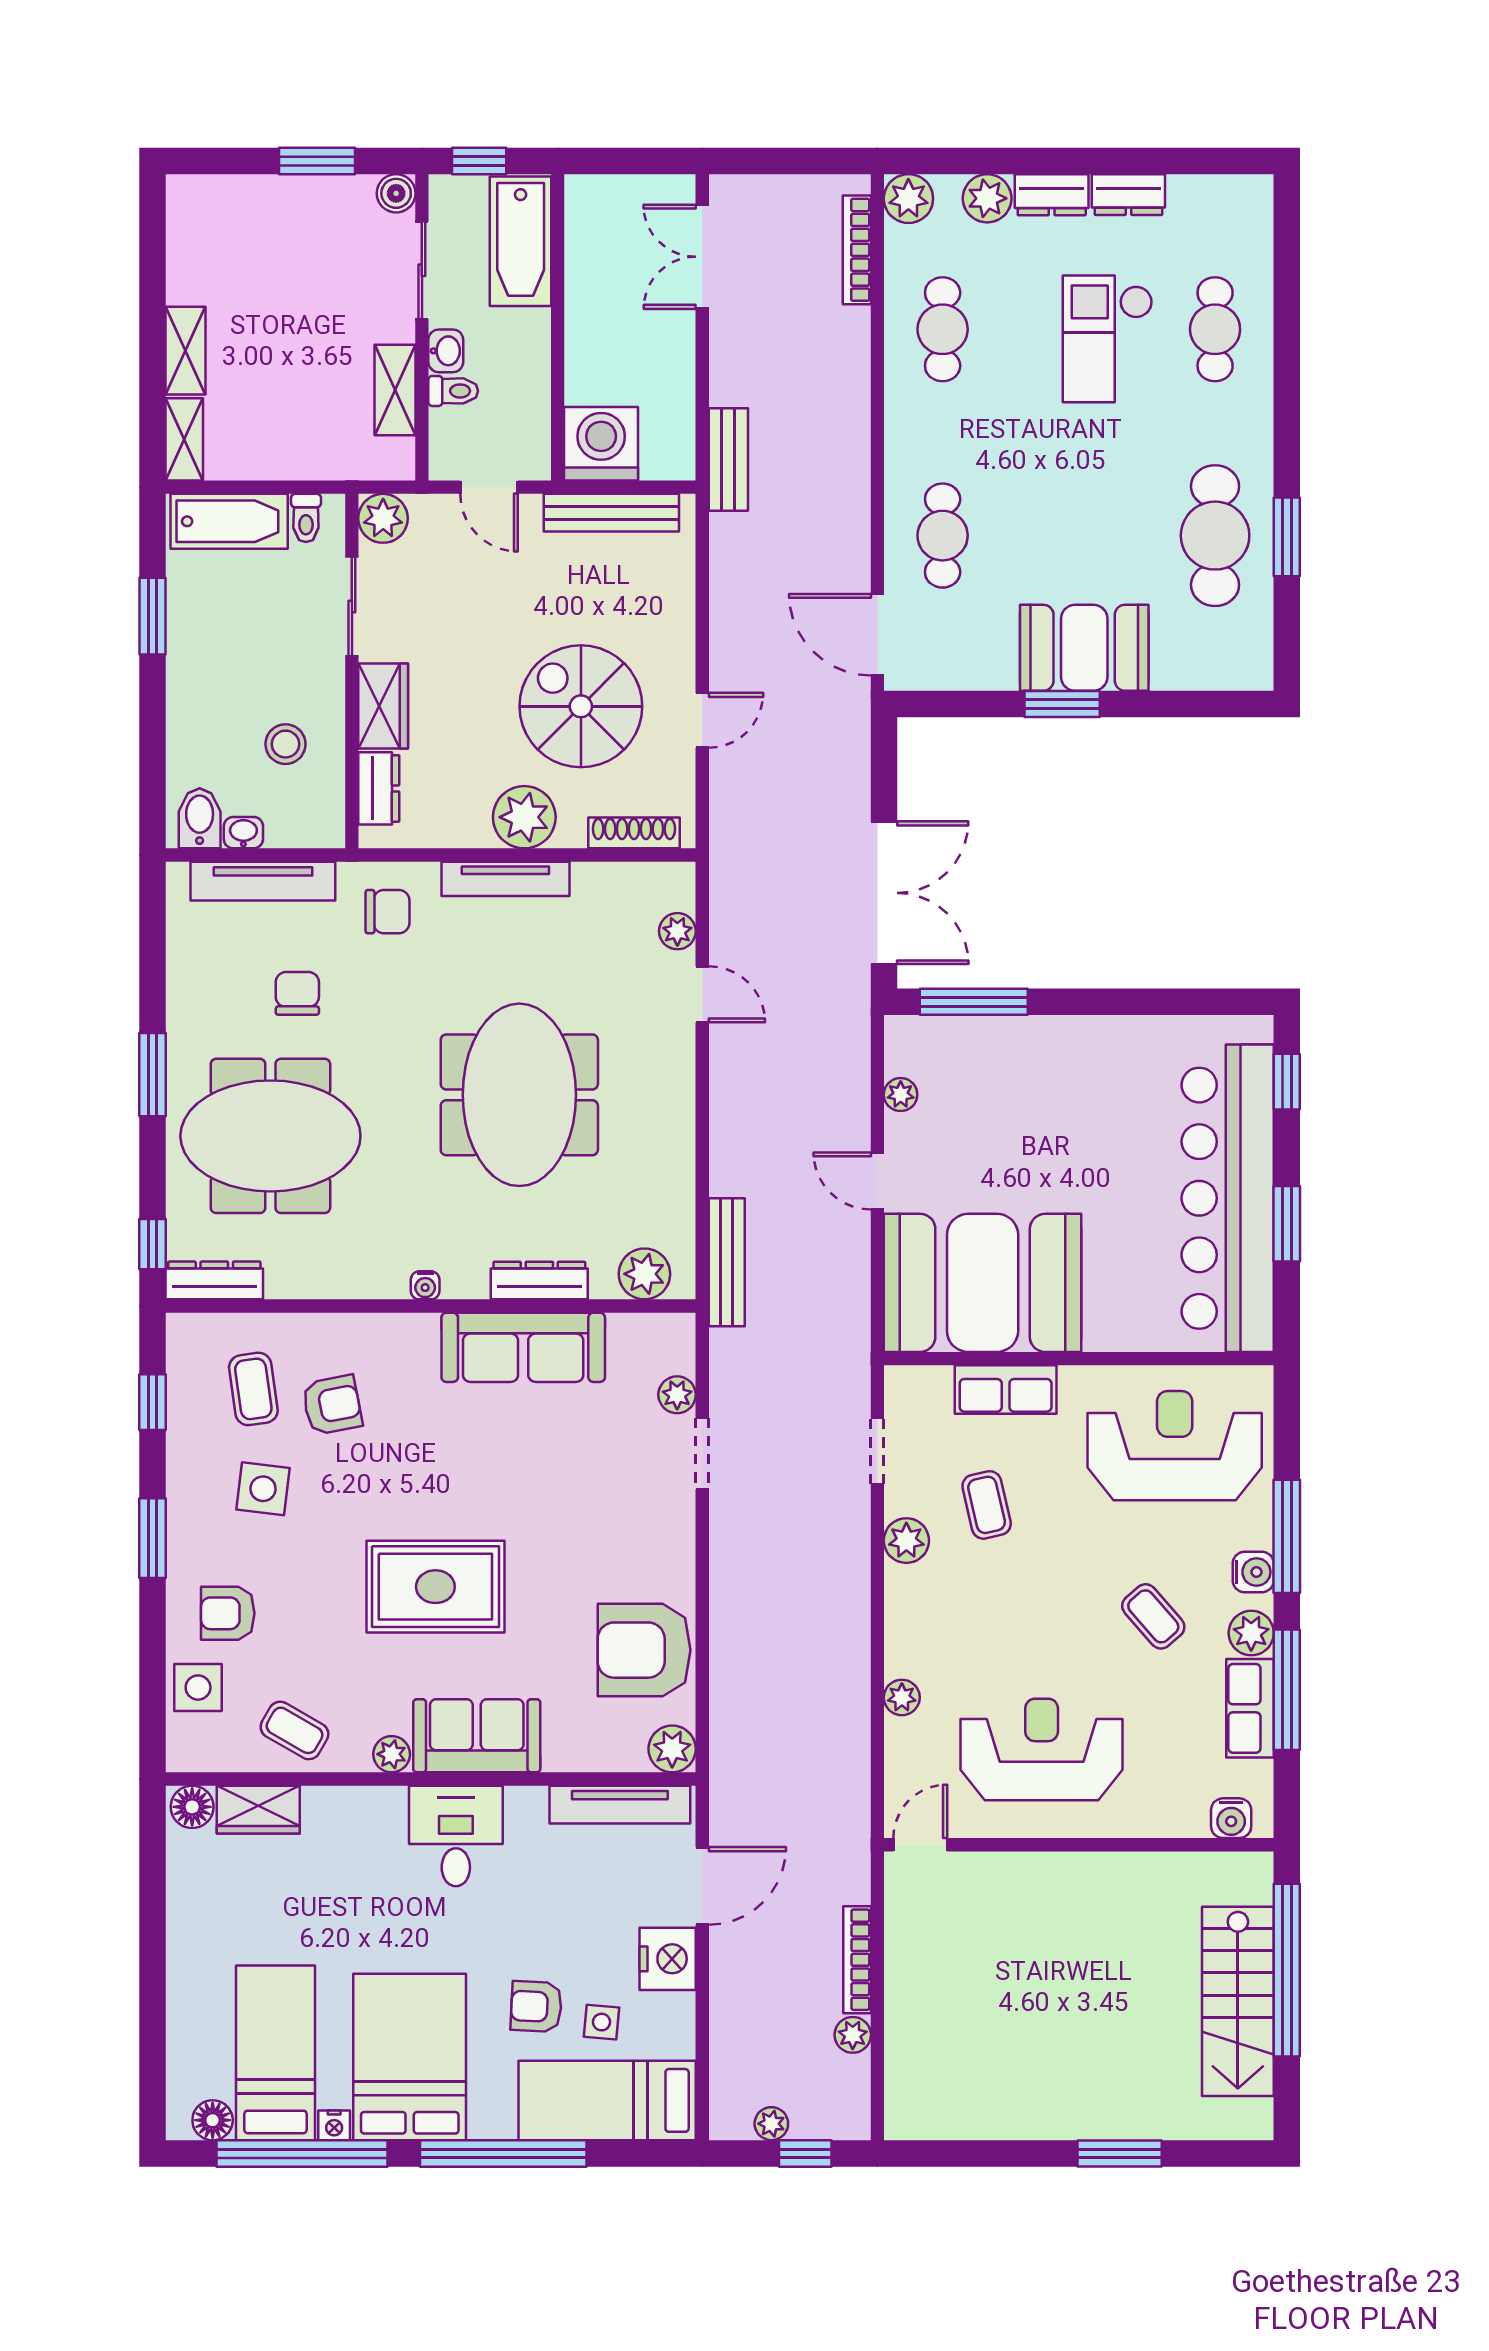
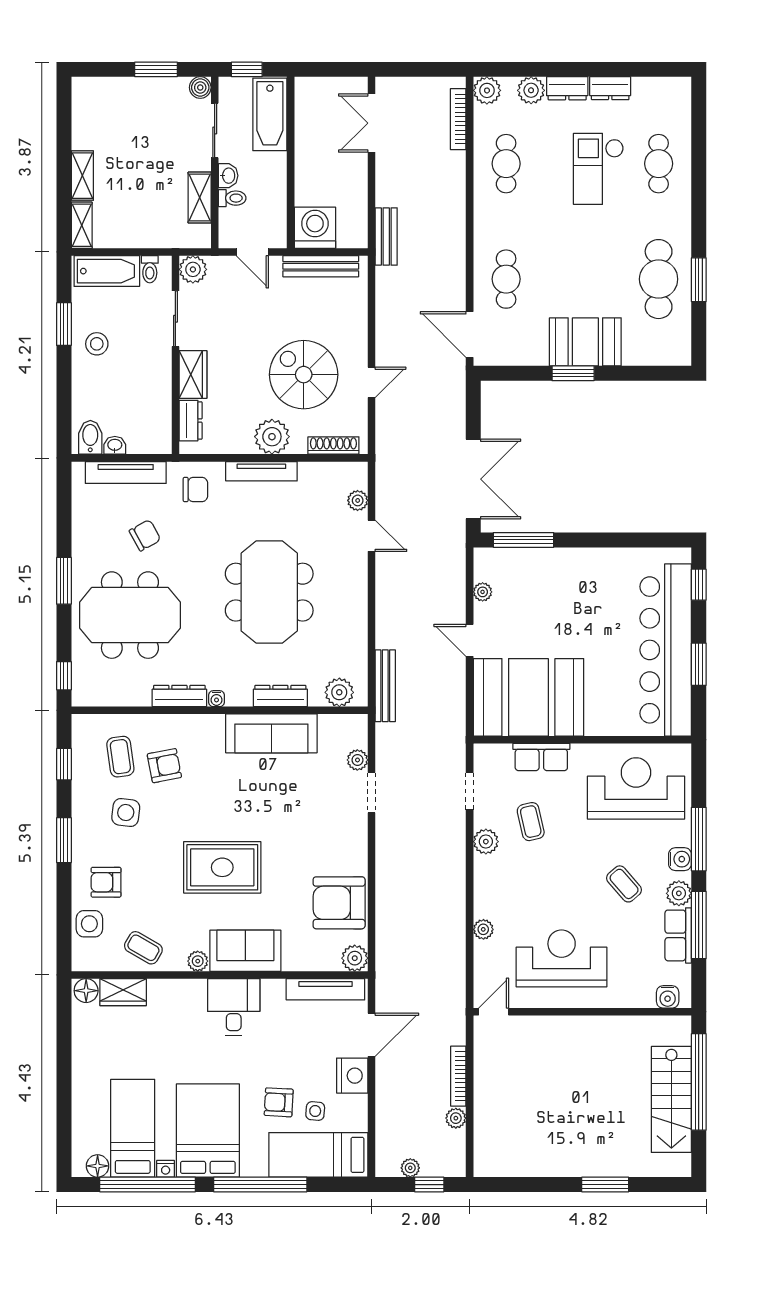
stool: (285, 744) -> (97, 344), moved
chair: (297, 993) -> (145, 535), turned 61
dresser: (214, 1280) -> (179, 696), moved

